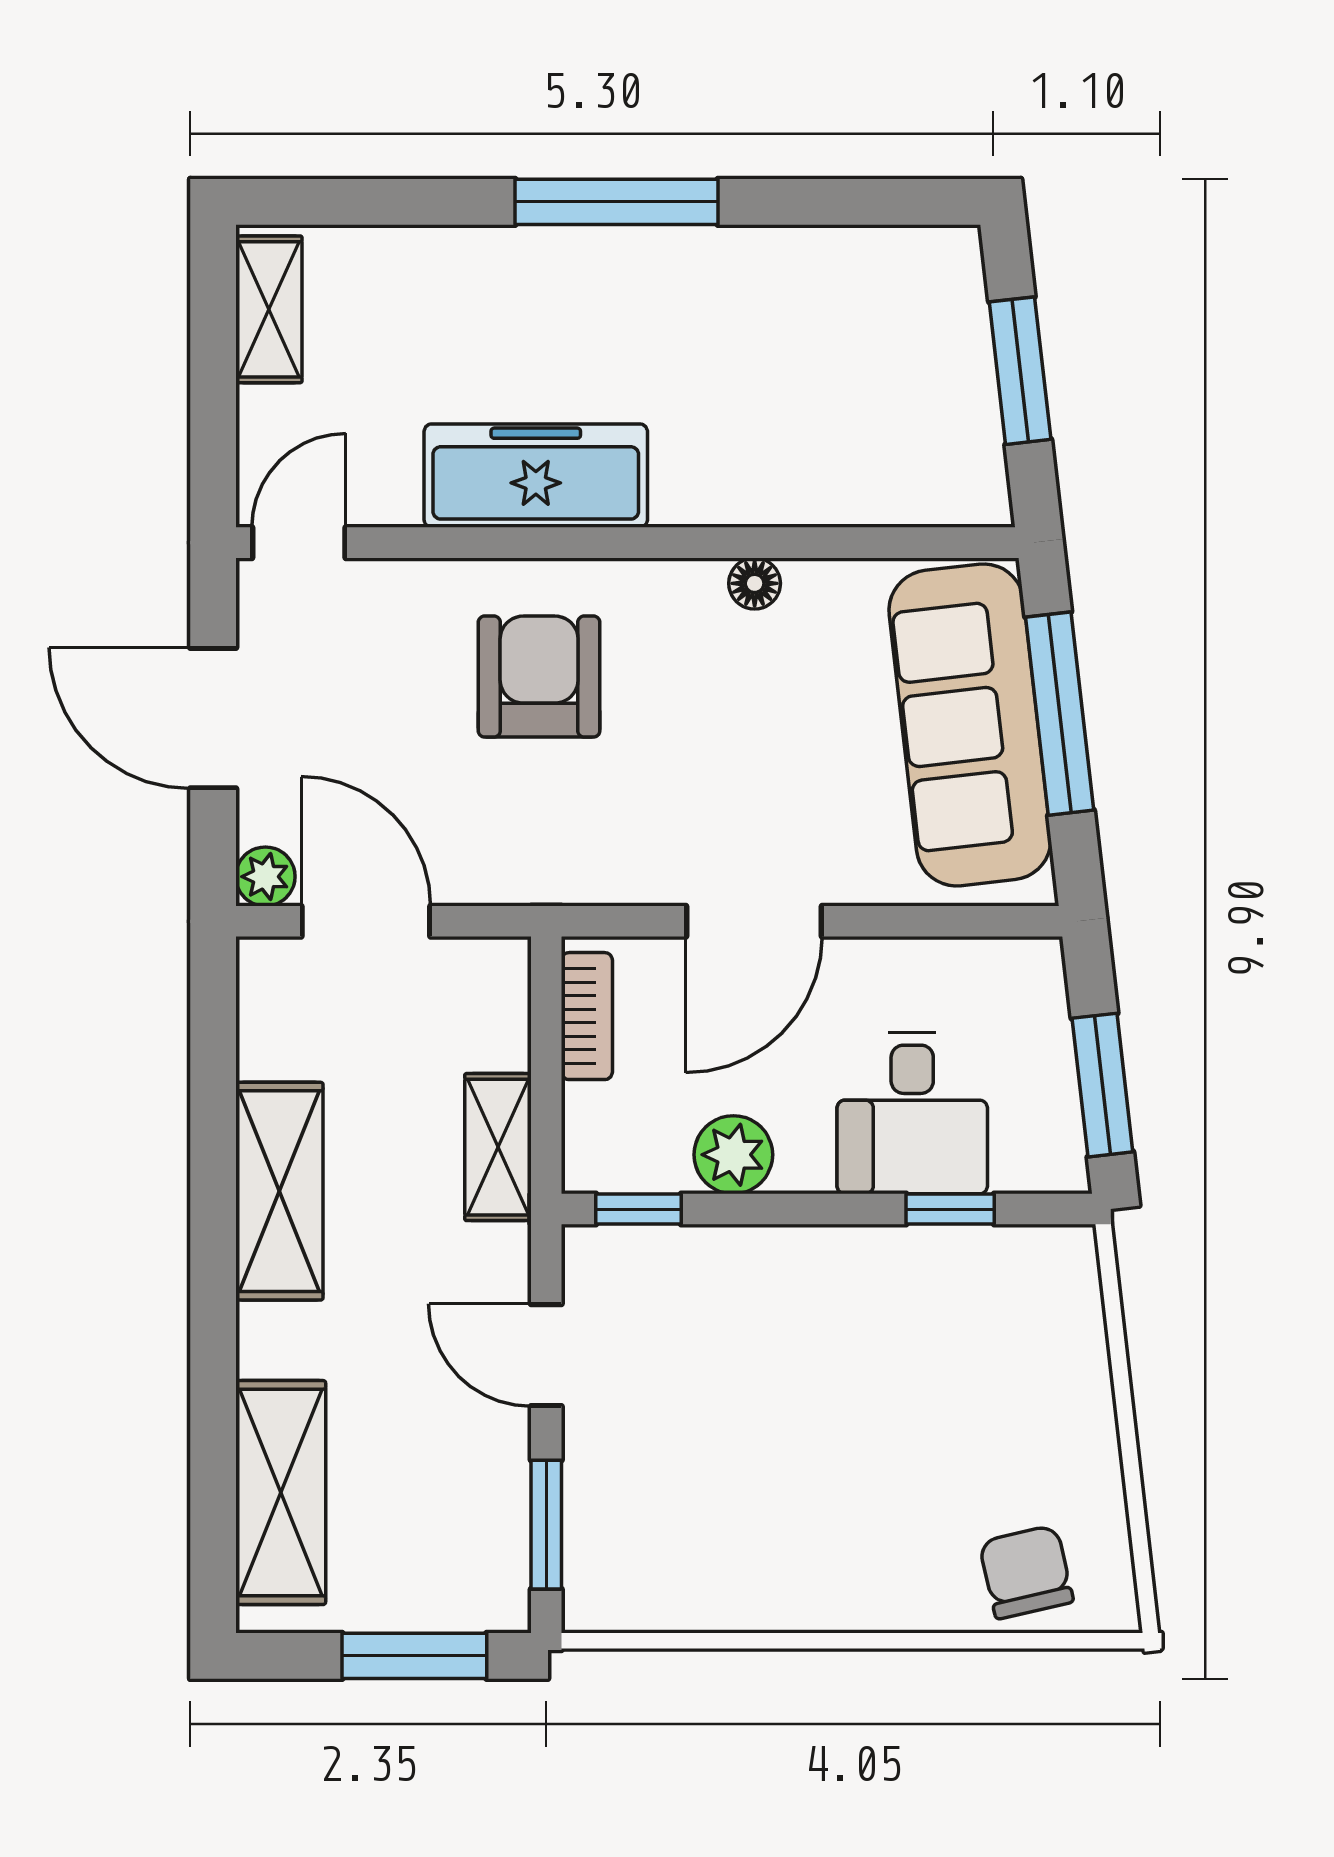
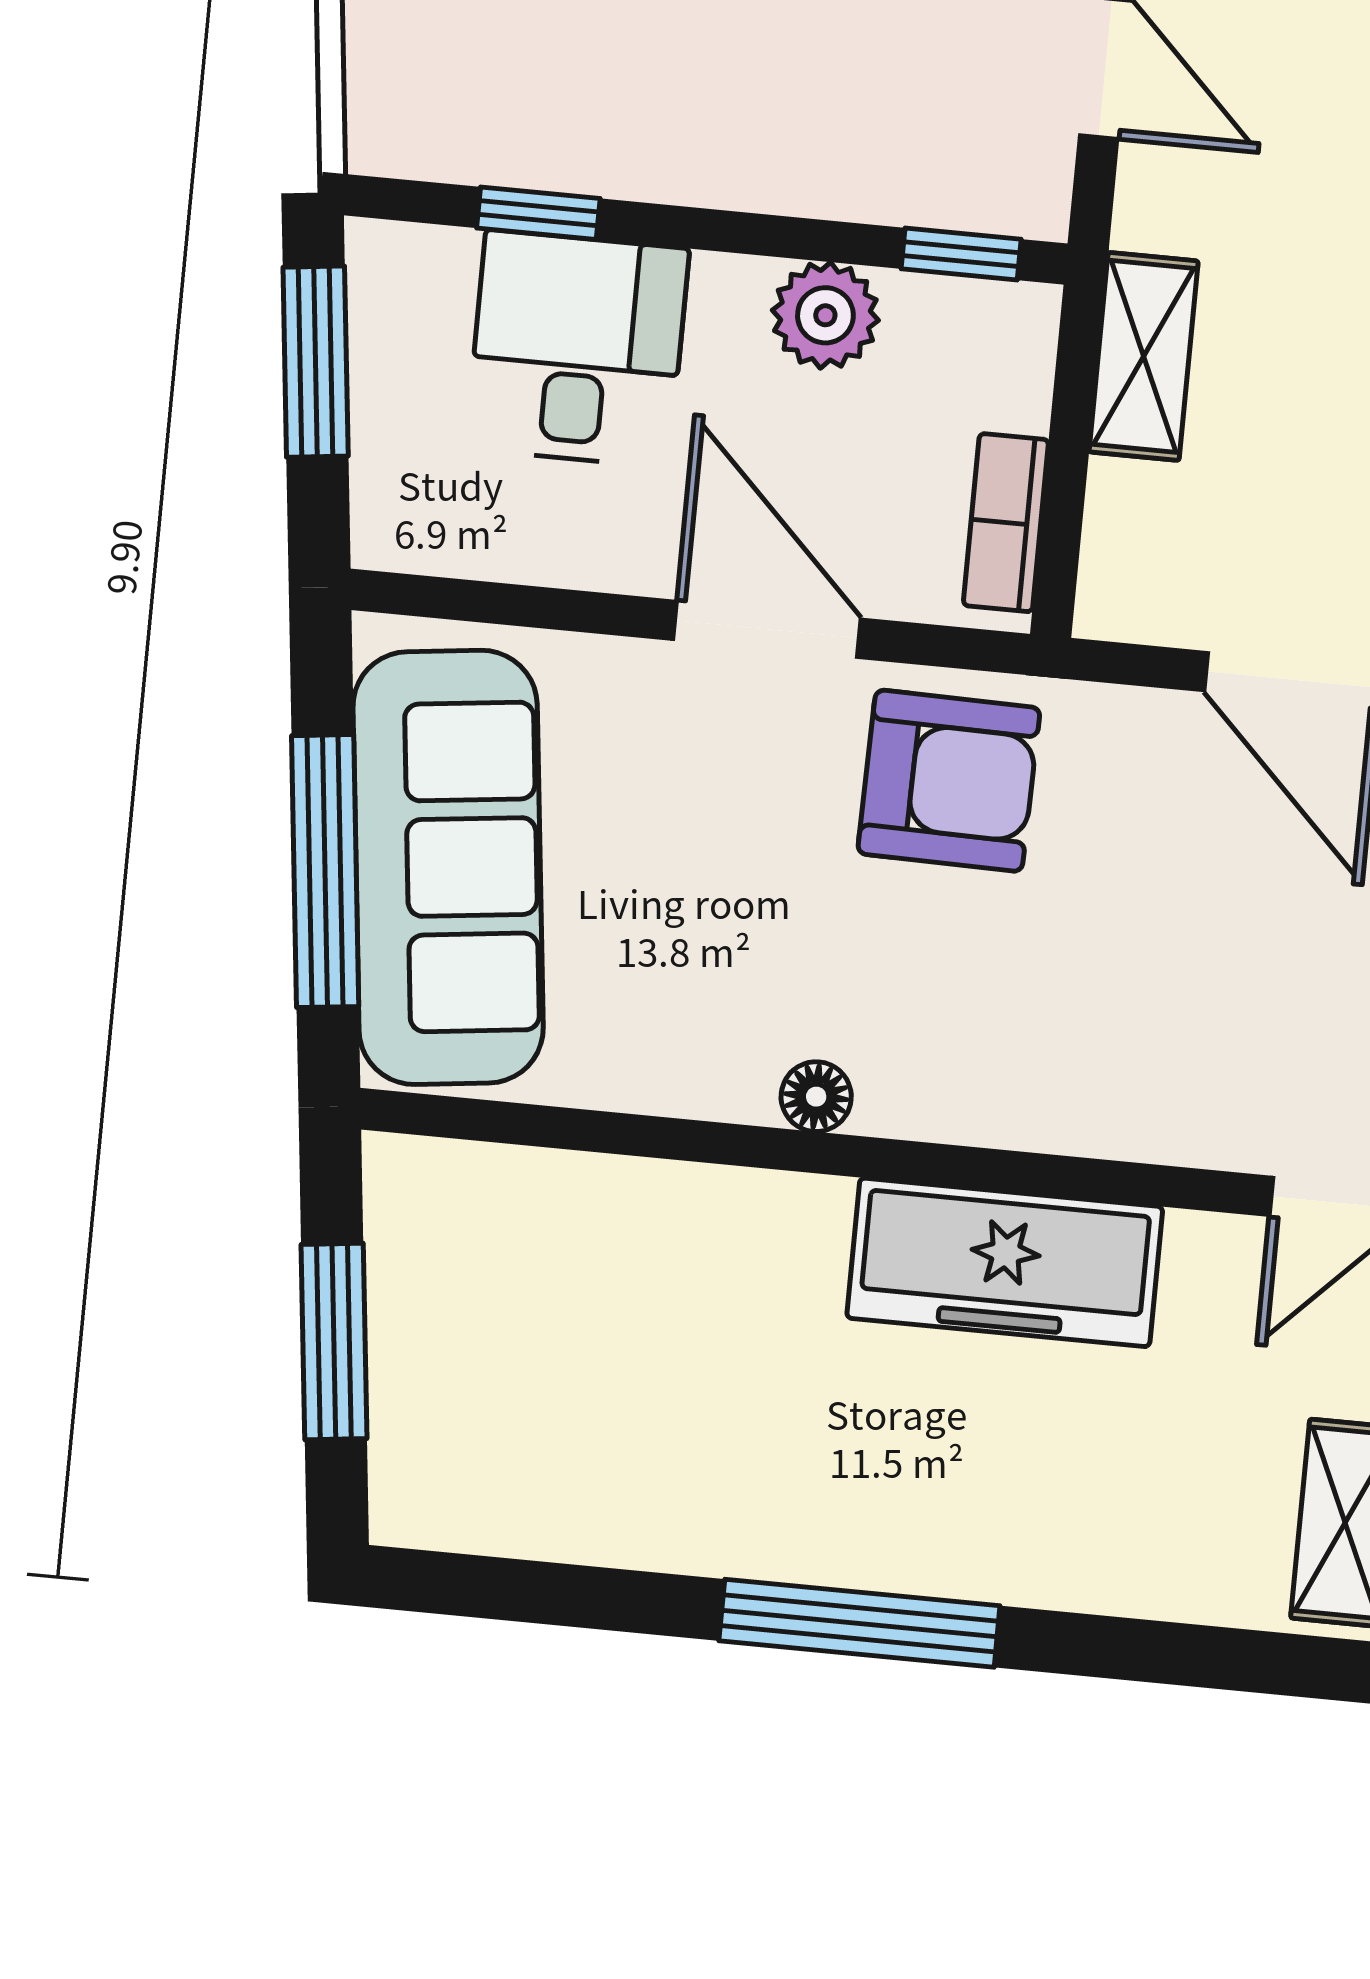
floor lamp: (755, 583) -> (816, 1097), moved
armchair: (539, 677) -> (949, 781), moved, turned -89
door: (754, 921) -> (767, 629), hinge flipped

